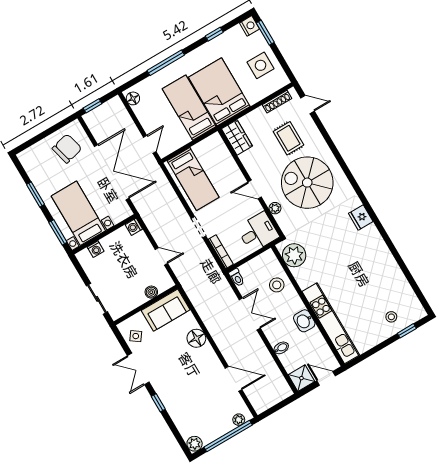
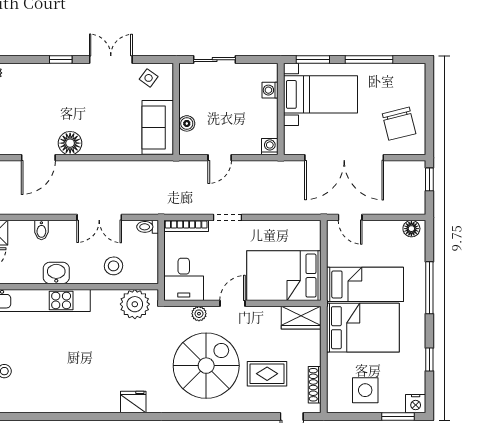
bed: (193, 179) -> (284, 276), moved, width x1.50
window: (36, 194) -> (369, 60), width x1.44
floor lamp: (196, 338) -> (70, 143), moved

